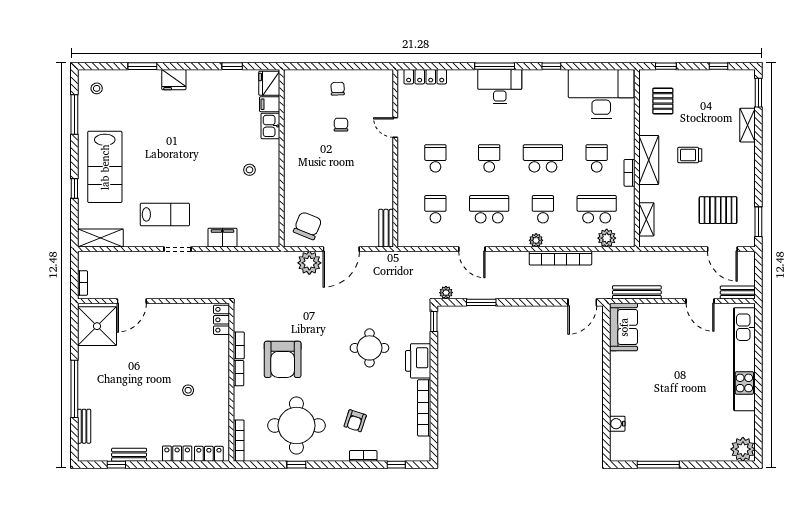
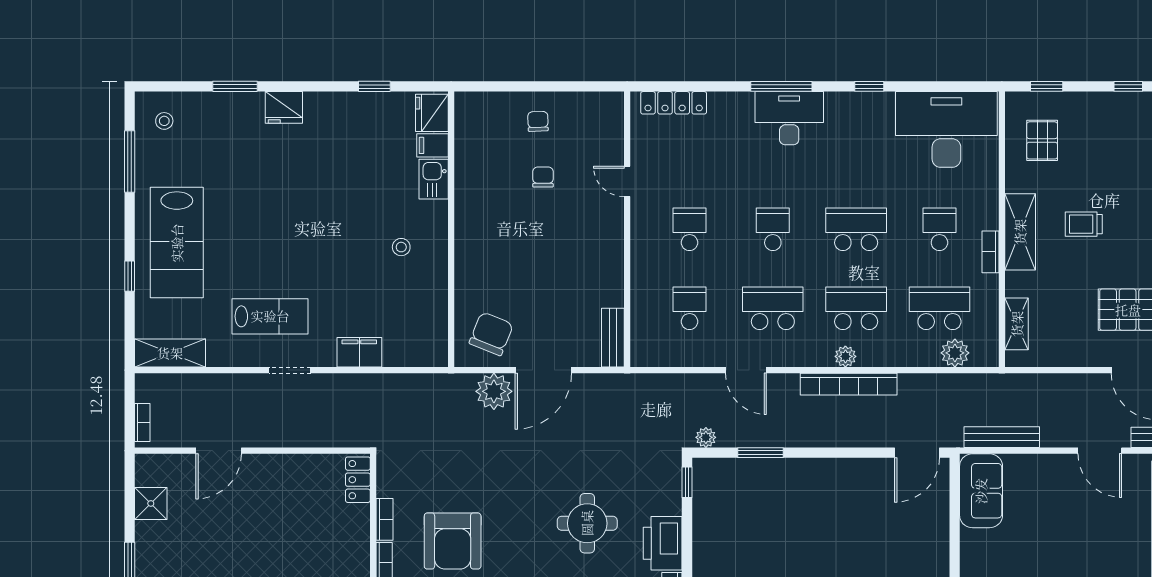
school desk: (543, 209) -> (856, 308), width x1.85
bookcase: (560, 258) -> (849, 384), moved
shower: (97, 326) -> (151, 503), width x0.54, depth x0.54

